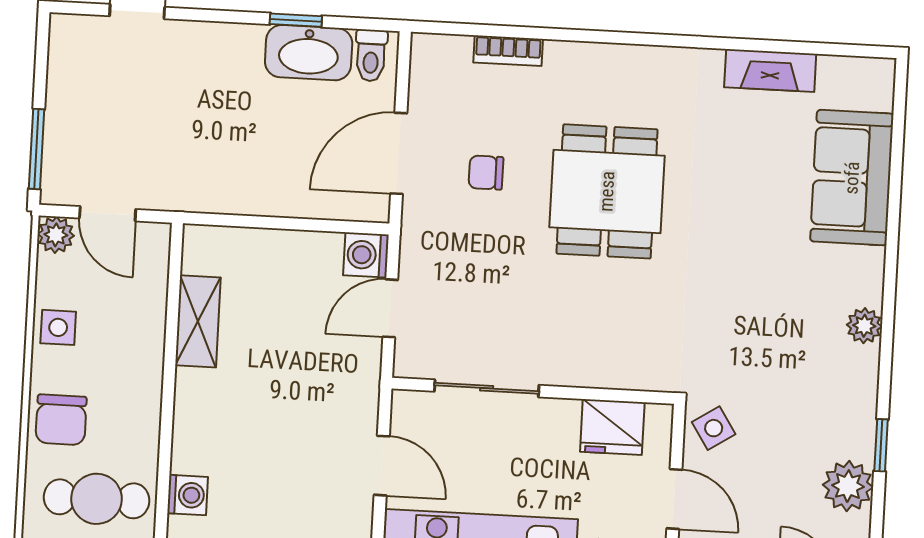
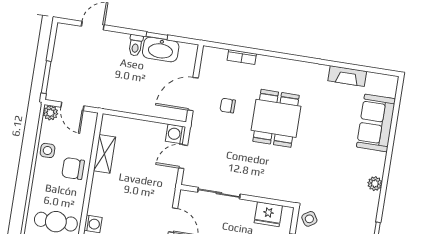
toilet: (371, 55) -> (136, 45), moved
chair: (61, 420) -> (73, 169), moved, turned 90

